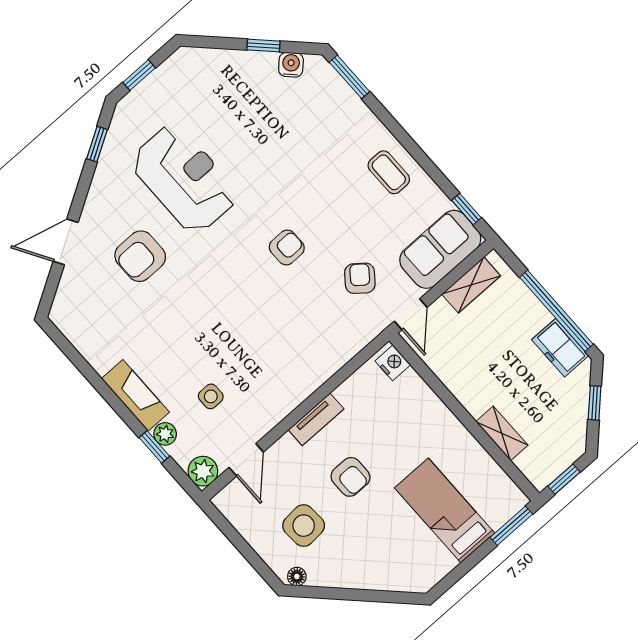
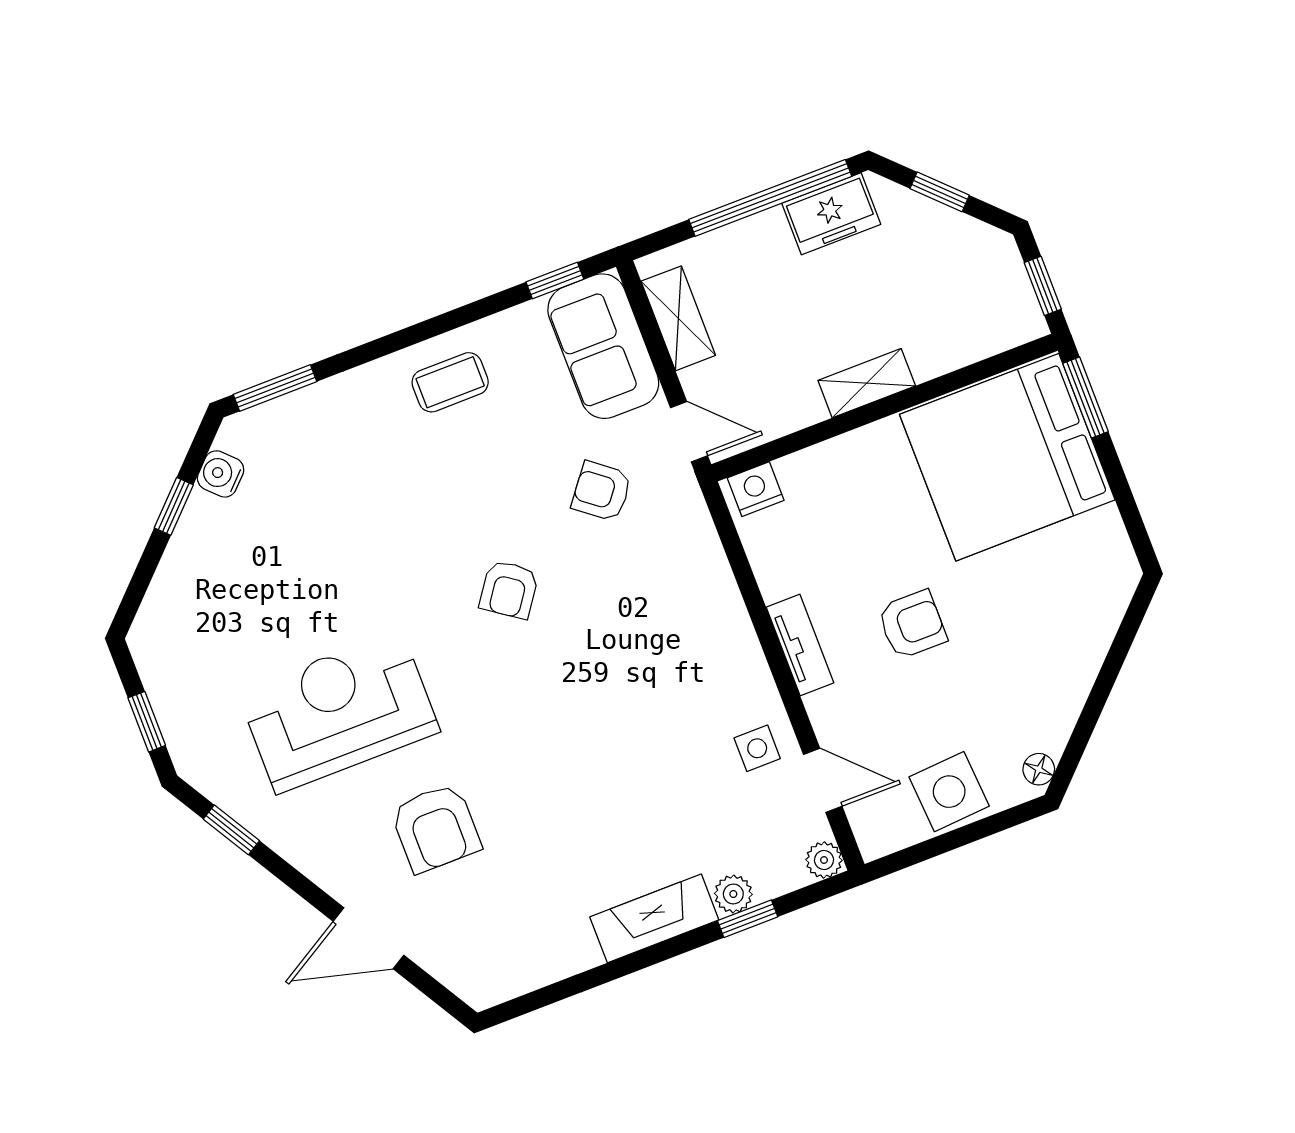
door: (66, 242) -> (369, 938), hinge flipped
armchair: (287, 247) -> (509, 589), turned -145
side table: (211, 396) -> (757, 748), moved
shelving: (502, 433) -> (867, 383), moved
plant: (203, 471) -> (824, 860), width x0.73, depth x0.73
bed: (445, 511) -> (1007, 457), width x2.04
side table: (304, 526) -> (949, 792), moved

